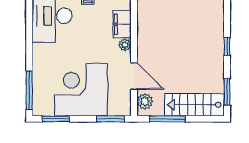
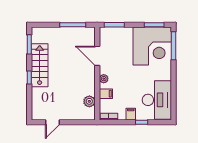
filing cabinet: (122, 24) -> (106, 94), width x0.50
corner desk: (81, 90) -> (152, 46), moved
plant: (145, 101) -> (89, 101), moved
stairs: (194, 105) -> (40, 65), moved, turned -90

